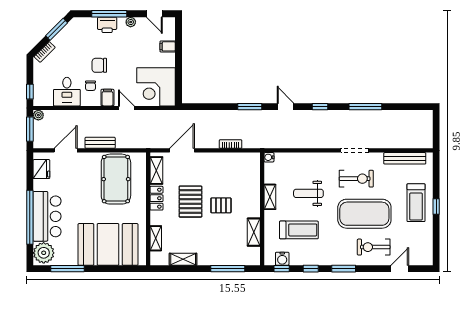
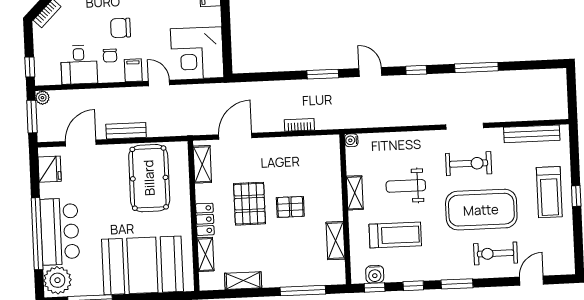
locker: (156, 198) -> (205, 219), moved

